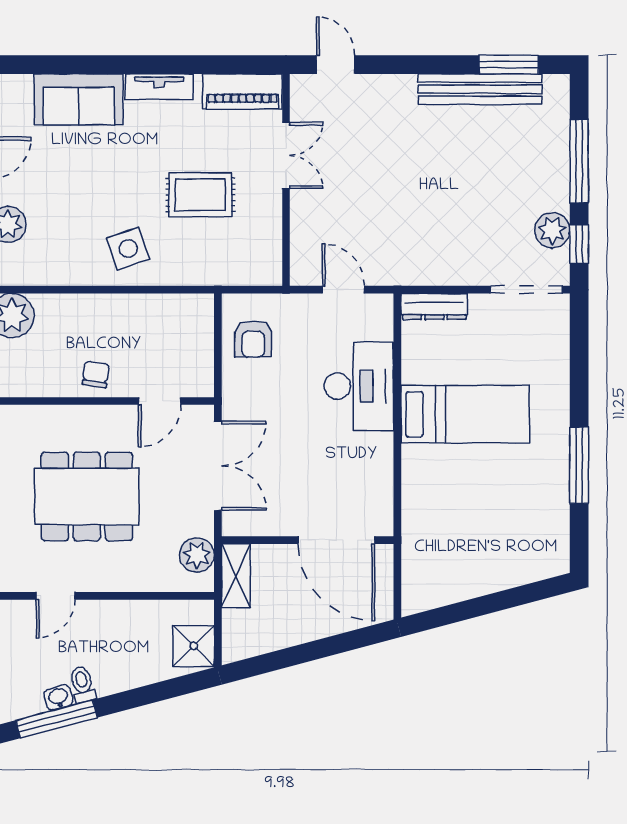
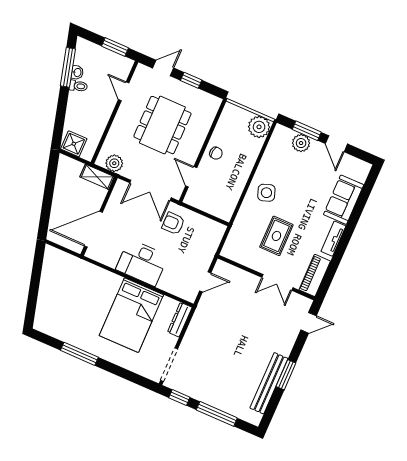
window: (509, 65) -> (286, 375), moved
plant: (552, 230) -> (191, 388), removed
armchair: (253, 339) -> (173, 223), moved
desk: (359, 386) -> (142, 263), moved
bed: (465, 414) -> (131, 315), width x1.50

